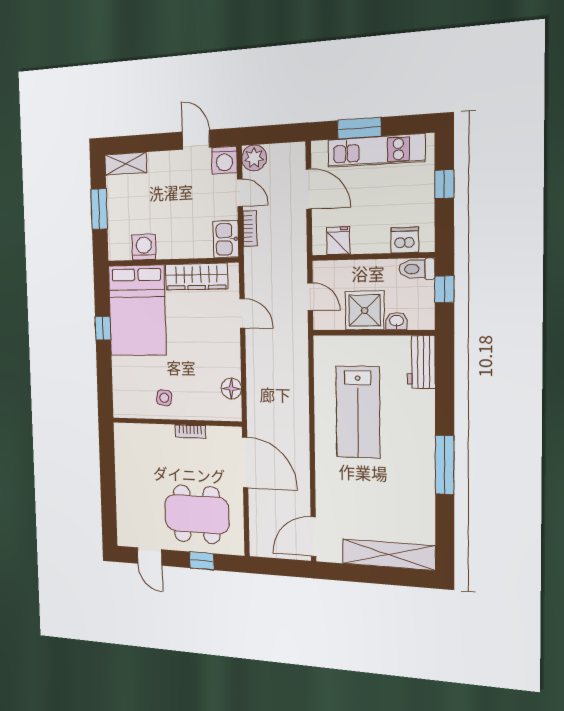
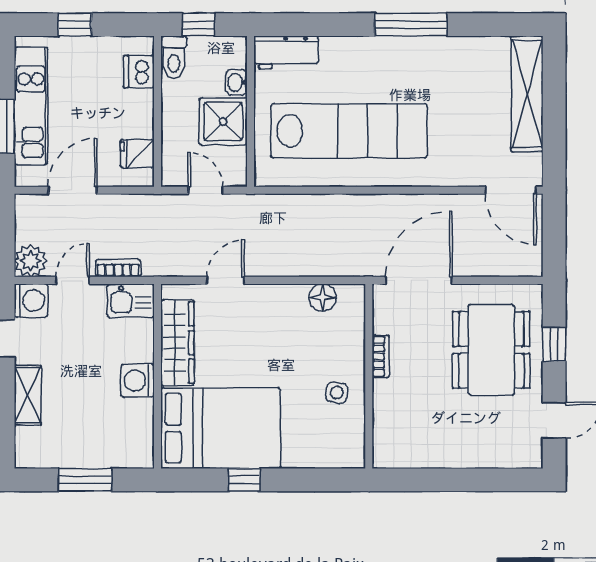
shelving: (126, 164) -> (28, 395), moved
washing machine: (144, 247) -> (137, 381), moved
door: (310, 297) -> (205, 190), hinge flipped
lab bench: (358, 412) -> (349, 131), width x1.36

